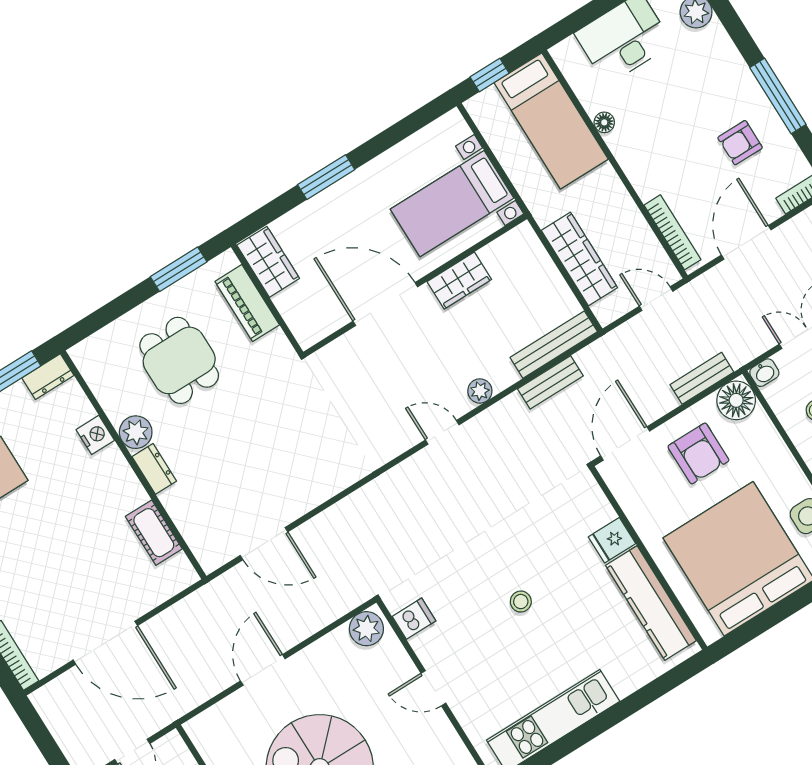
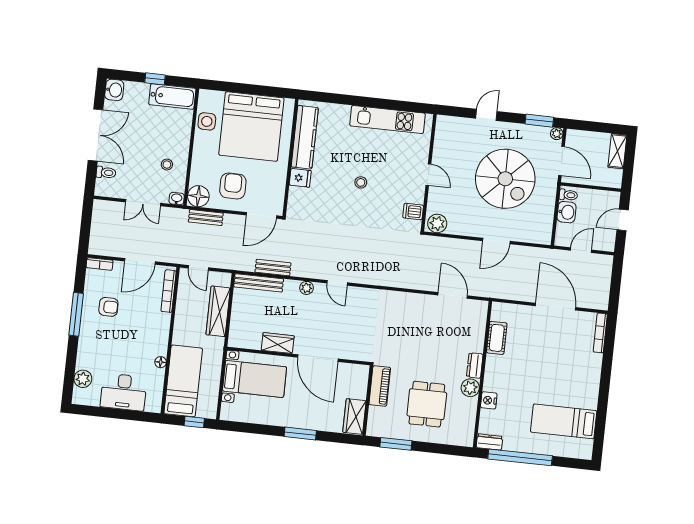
piano: (247, 303) -> (380, 386), moved

